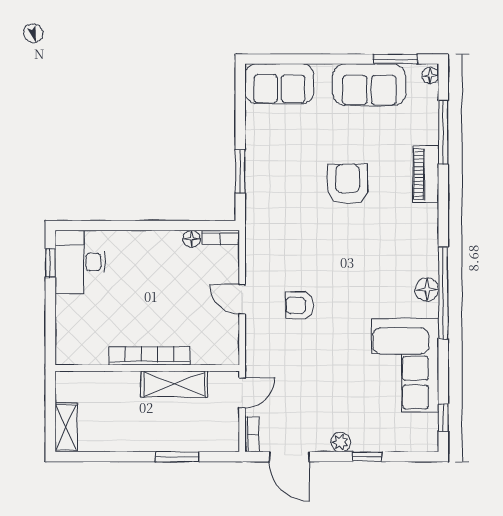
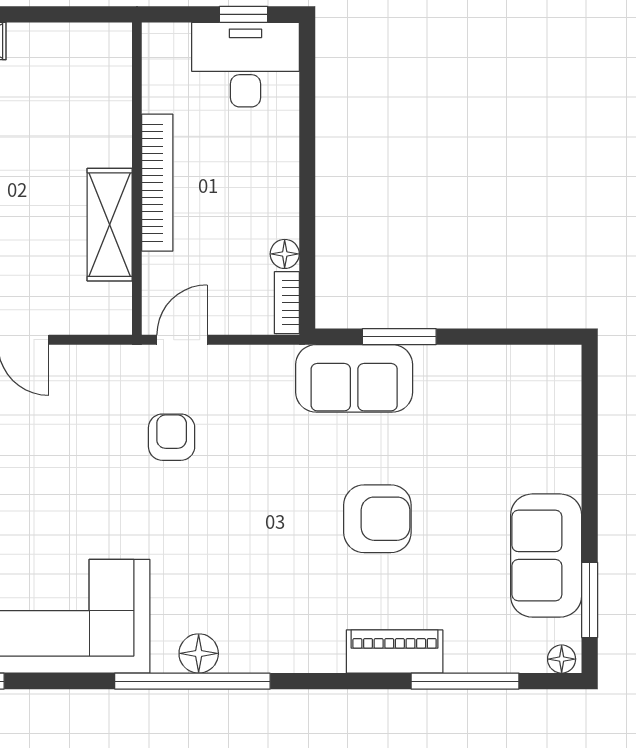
sofa: (279, 84) -> (354, 378), moved, turned -90
bookcase: (150, 356) -> (157, 183), moved
wall: (147, 368) -> (137, 179), moved
shelving: (174, 384) -> (110, 225), moved

